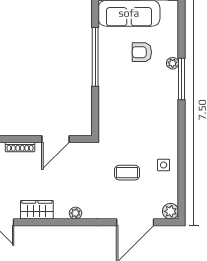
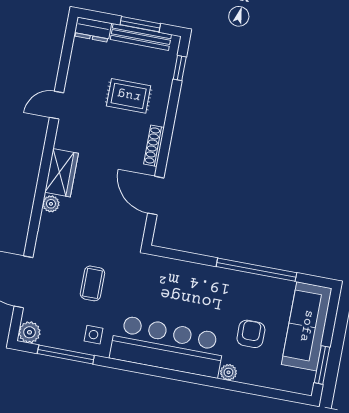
window: (182, 79) -> (66, 354), moved
bar counter: (162, 111) -> (167, 346), added
wardrobe: (37, 210) -> (61, 173), moved

